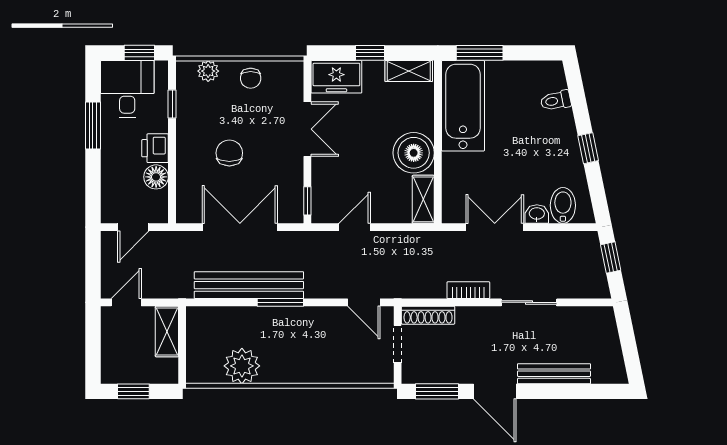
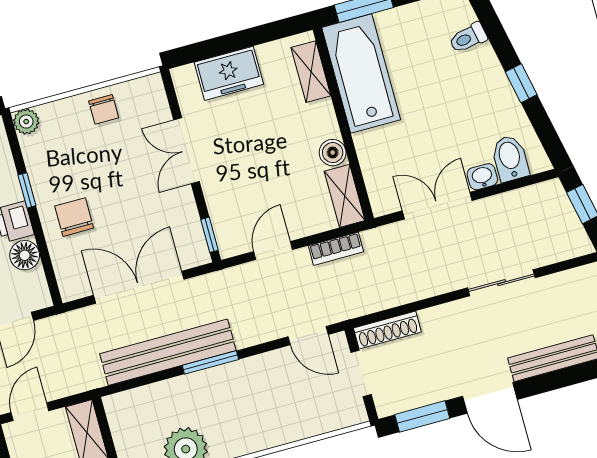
window: (370, 53) -> (235, 41), removed
plant: (208, 71) -> (26, 122), moved
shelving: (409, 71) -> (311, 72), moved, turned 90
freezer: (336, 77) -> (229, 73), moved
window: (172, 104) -> (27, 190), moved
double door: (307, 129) -> (187, 151), swing flipped
chair: (229, 153) -> (74, 217), moved
boiler: (414, 153) -> (333, 153), width x0.54, depth x0.54
bookcase: (468, 290) -> (336, 249), moved, turned 180

